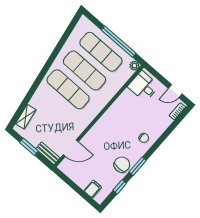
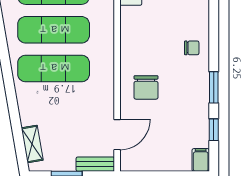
chair: (122, 165) -> (146, 87), moved, turned 180
filing cabinet: (93, 189) -> (201, 160), moved

